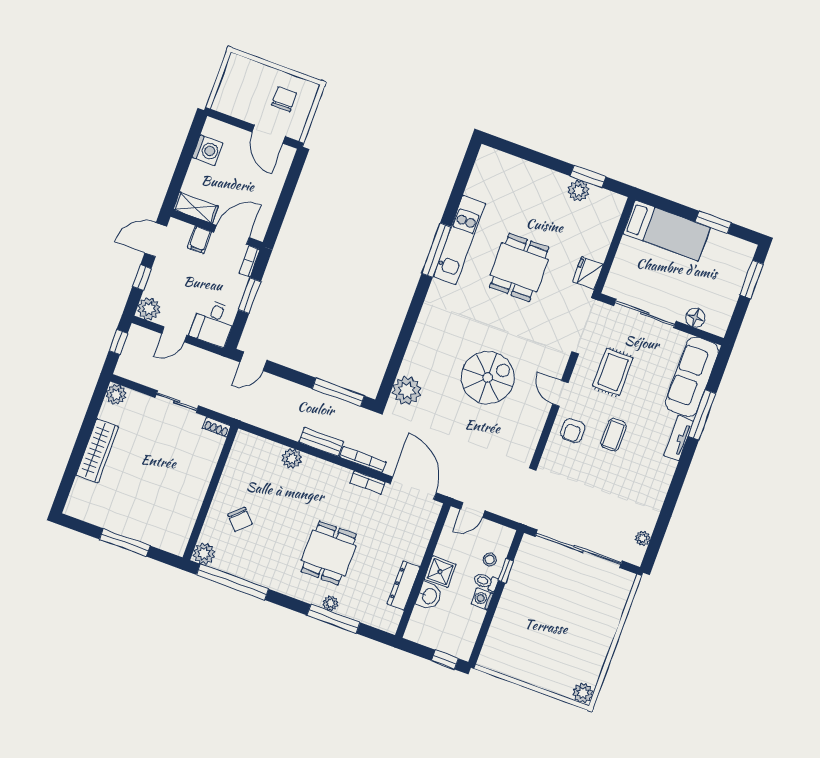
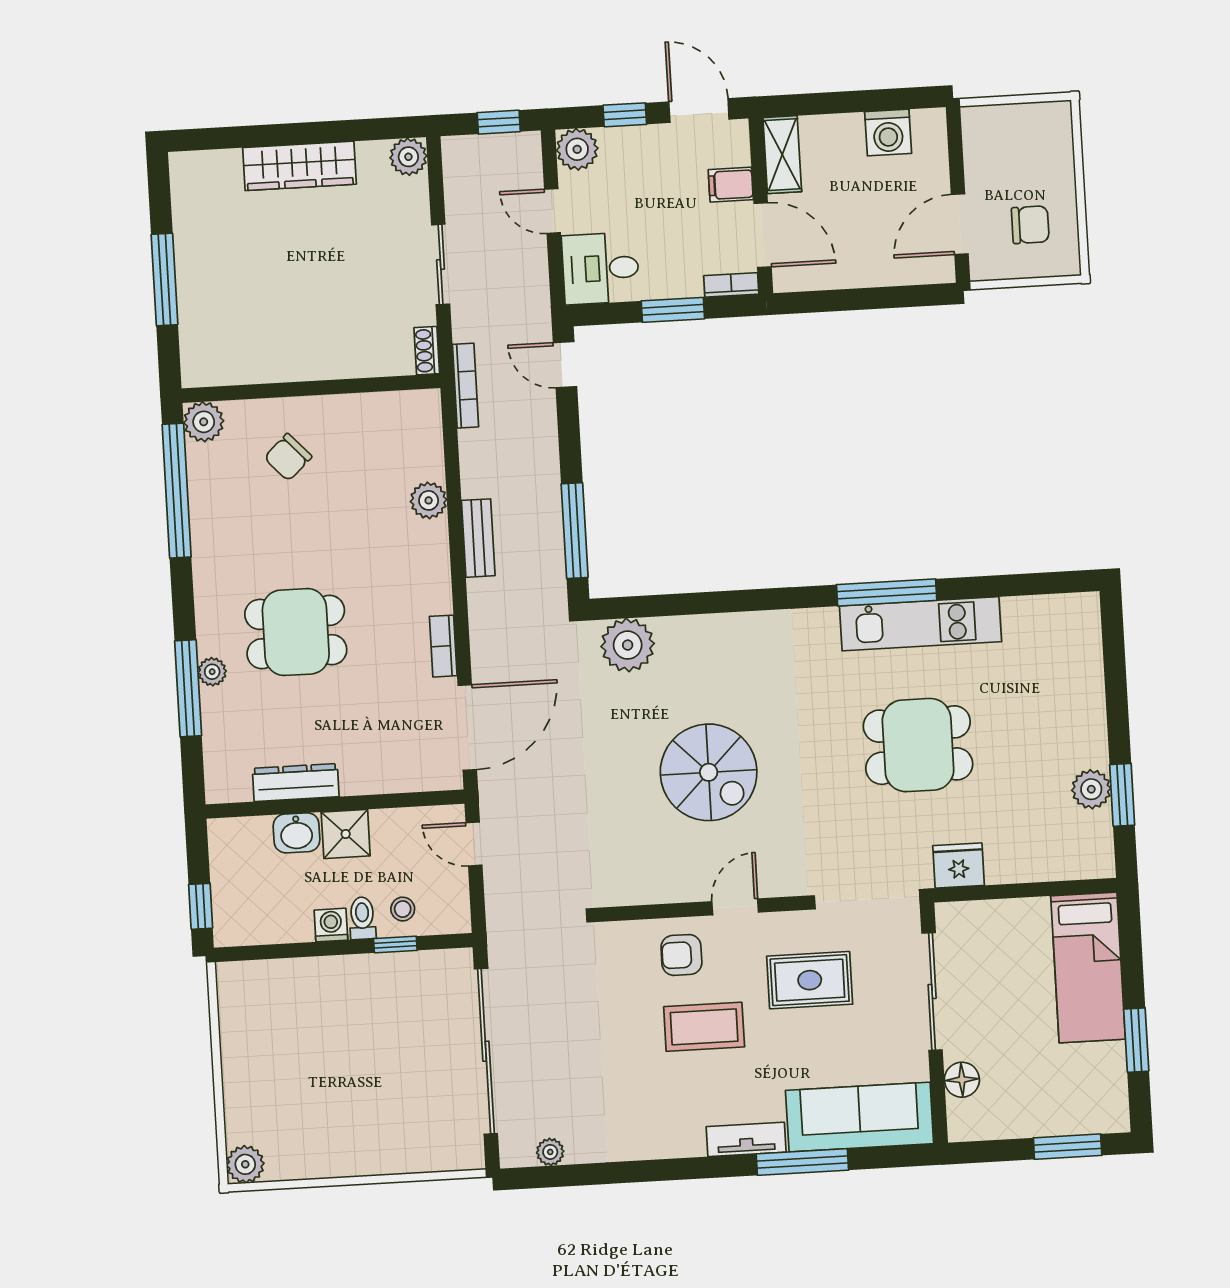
coffee table: (613, 435) -> (704, 1027), width x1.36, depth x1.30
bookcase: (363, 459) -> (465, 386), moved

